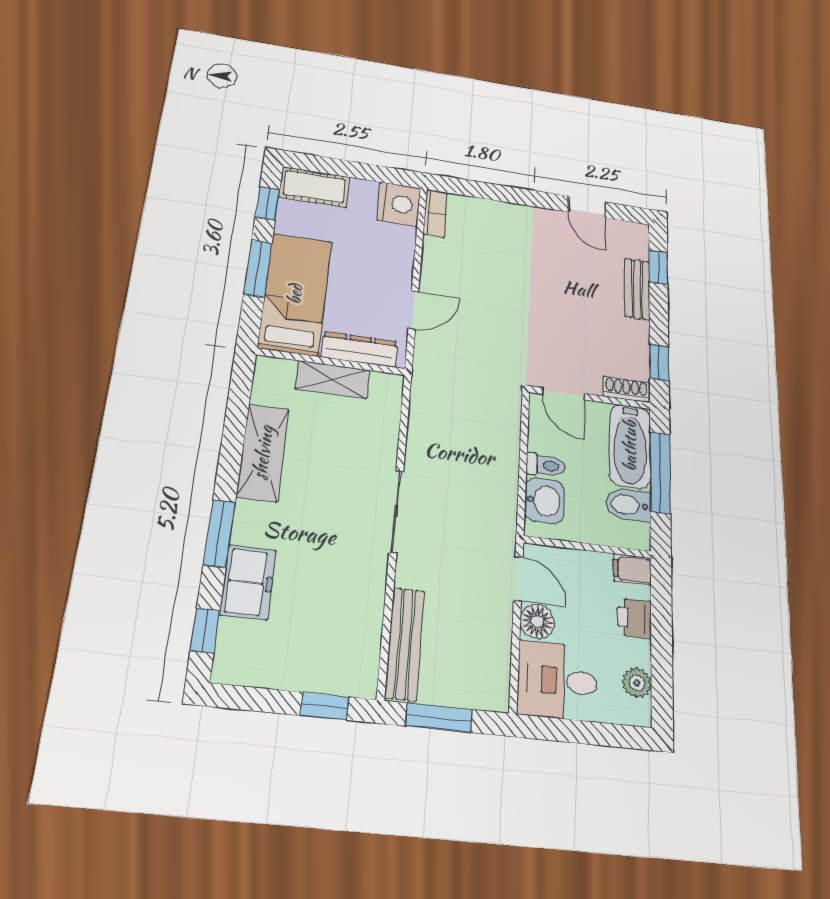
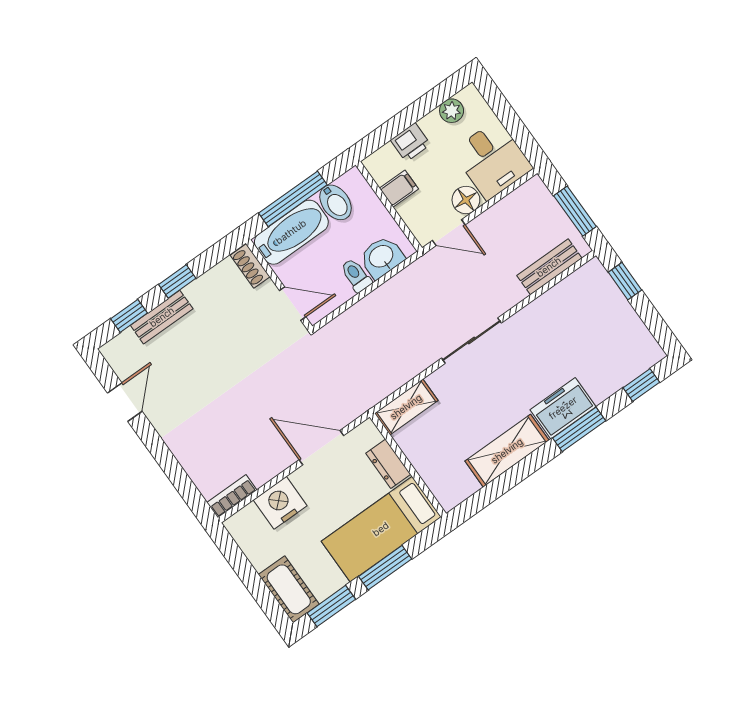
window: (267, 204) -> (331, 606), width x1.50
nightstand: (399, 204) -> (280, 503), moved
door: (413, 310) -> (321, 448), width x1.38
dresser: (359, 349) -> (388, 464), width x0.70
window: (659, 363) -> (177, 281), moved
shelving: (333, 379) -> (406, 407), moved, turned 90
door: (564, 394) -> (293, 304), hinge flipped
filing cabinet: (632, 570) -> (399, 189), moved, turned -90
door: (518, 579) -> (449, 233), swing flipped
freezer: (248, 582) -> (563, 408), moved
bench: (405, 644) -> (549, 267), width x0.73

